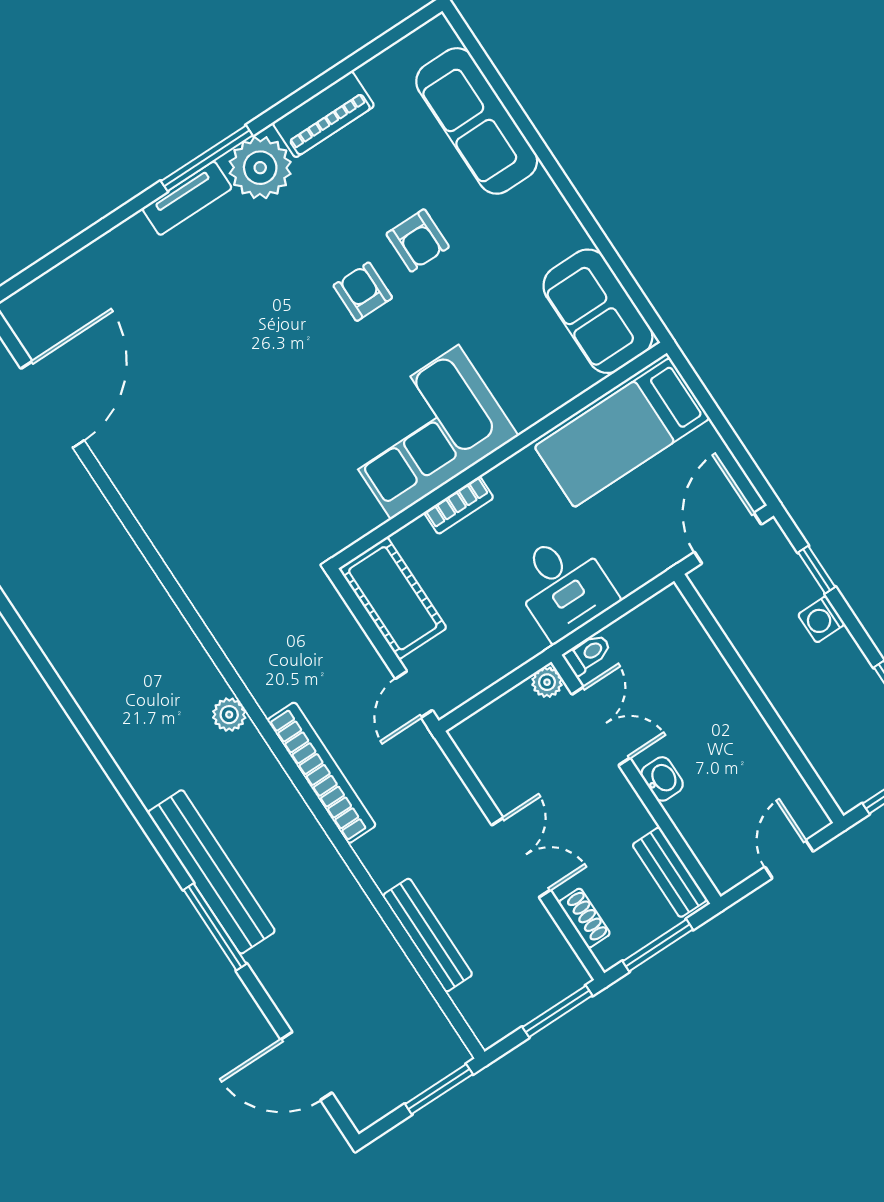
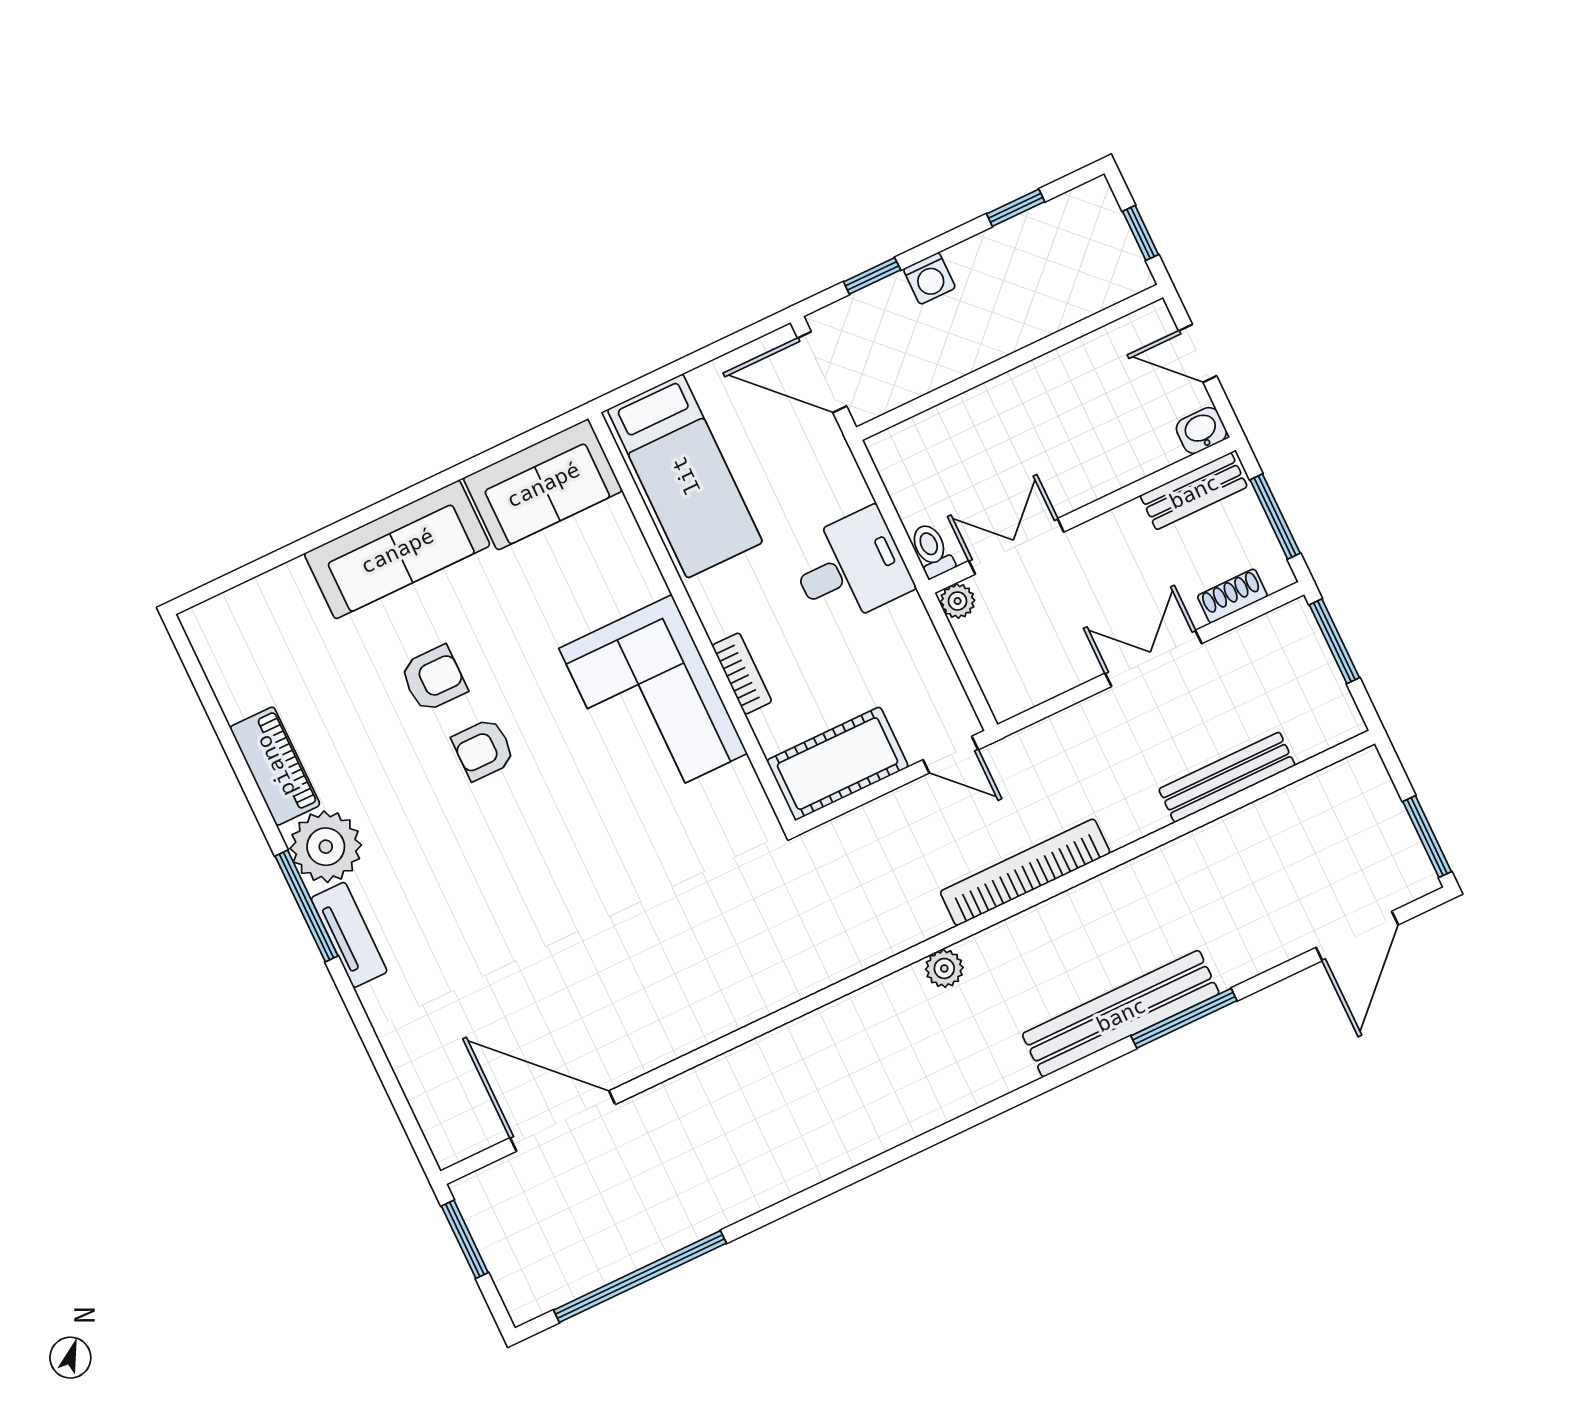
sofa: (477, 121) -> (397, 550), moved
washbasin: (662, 779) -> (1201, 430), moved
window: (439, 1089) -> (1427, 837), moved

